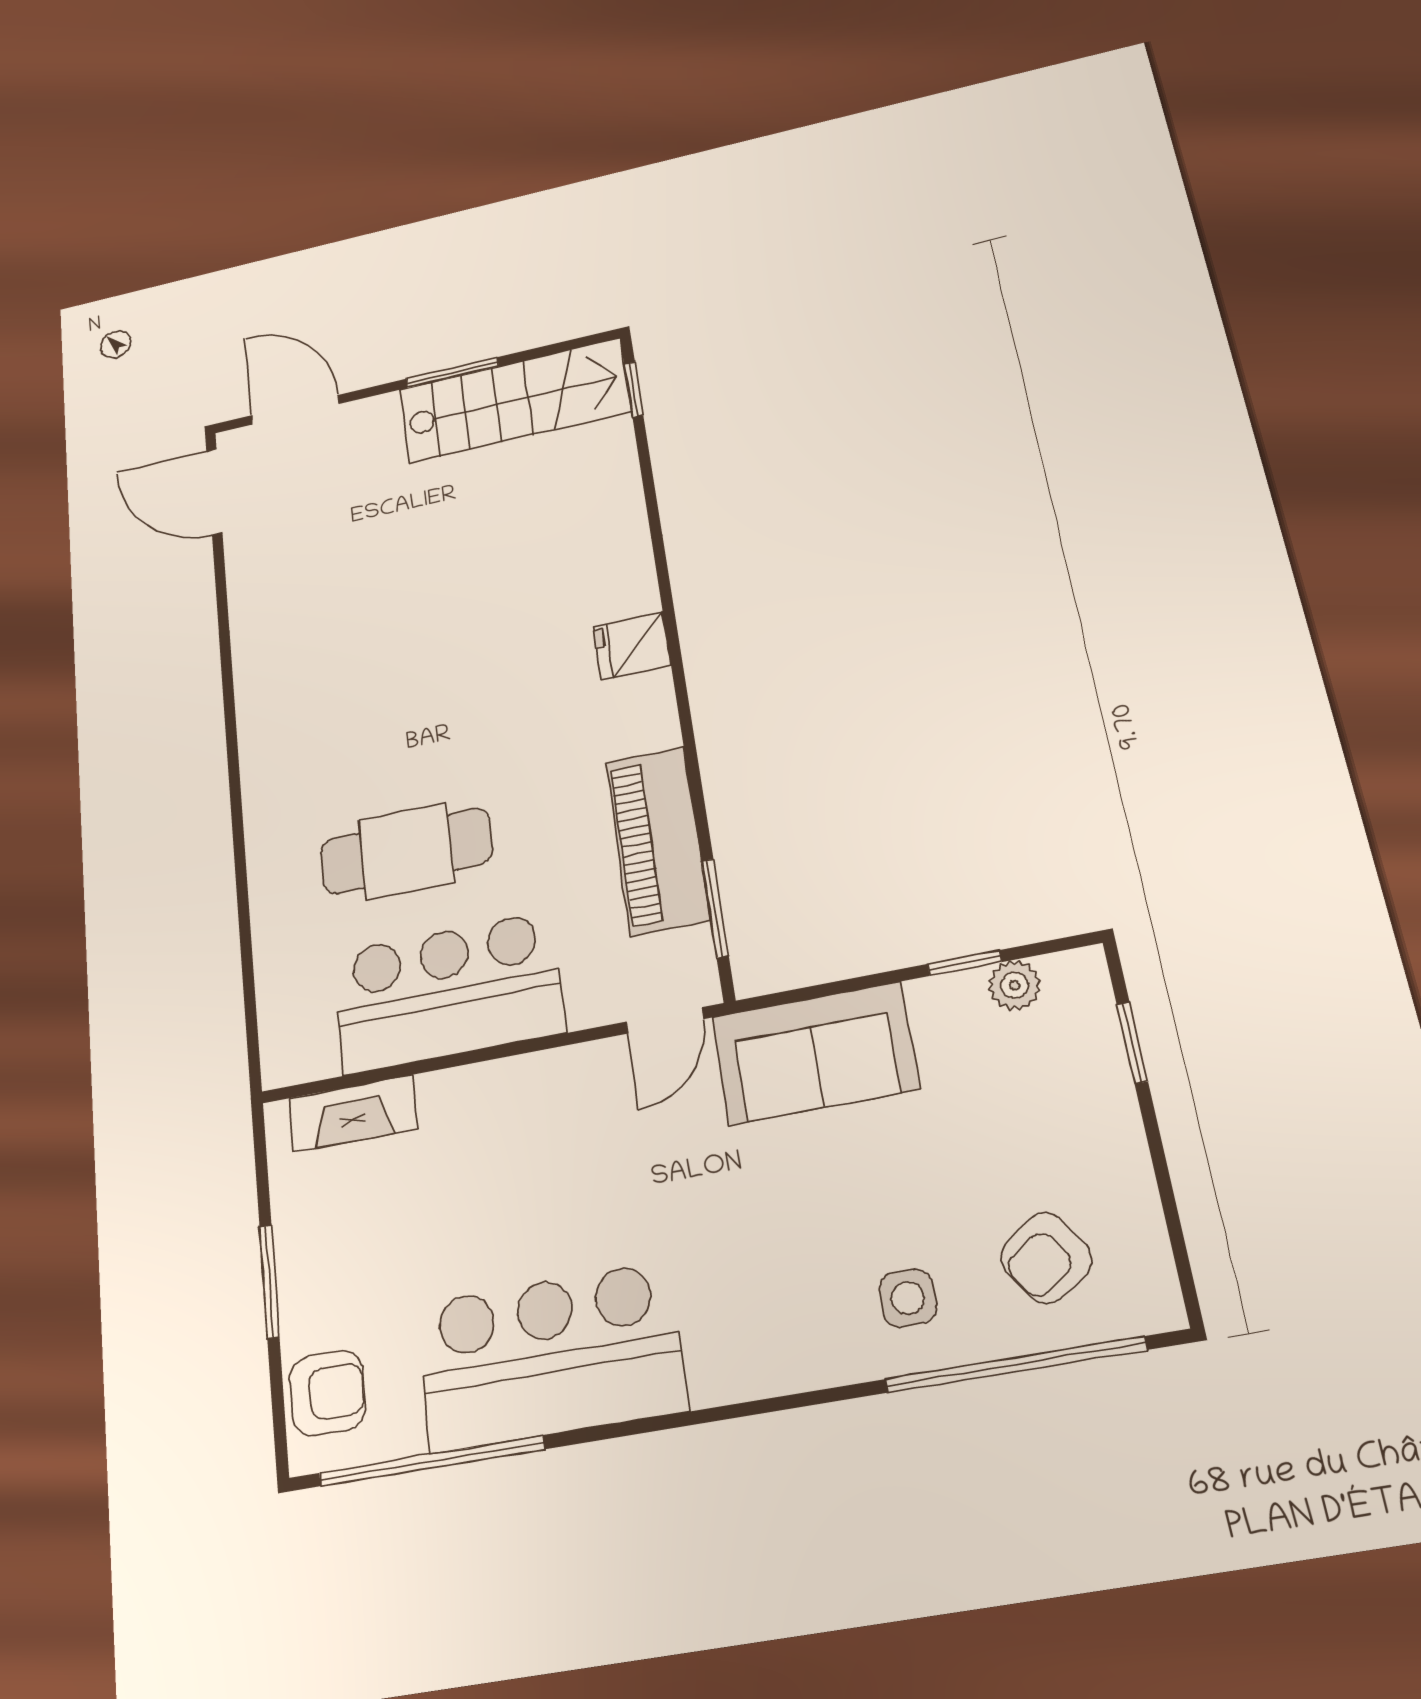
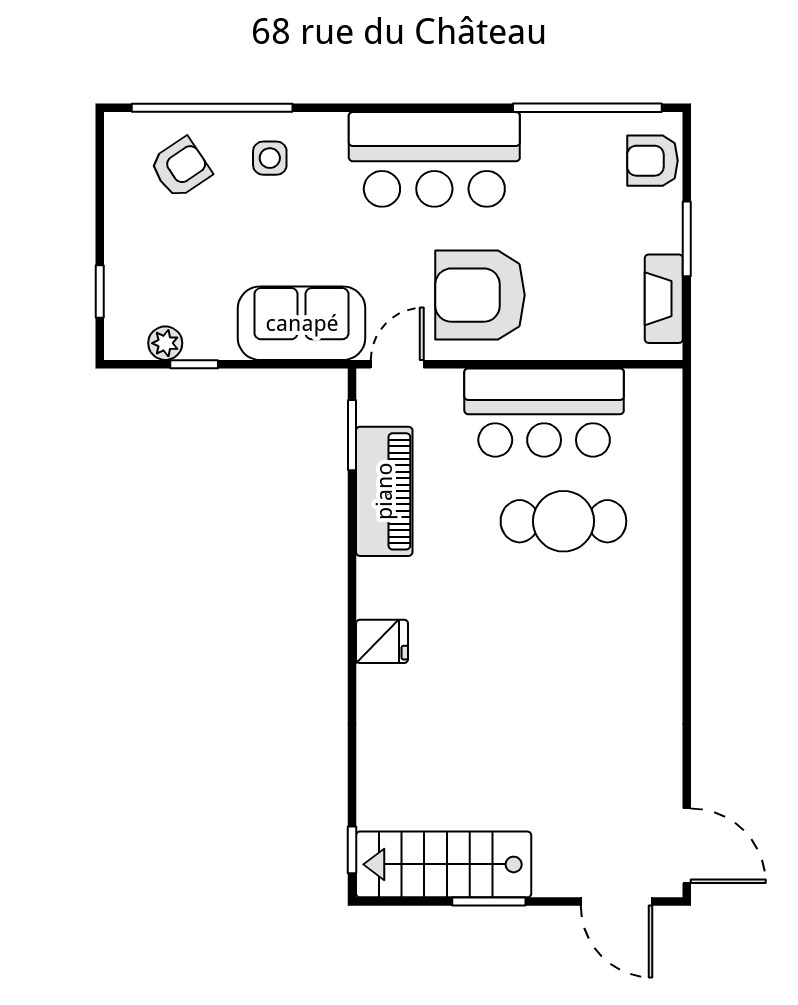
fireplace: (353, 1114) -> (664, 299), moved, turned -90
armchair: (558, 1143) -> (480, 295), added
bar counter: (550, 1357) -> (434, 159), moved

